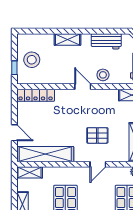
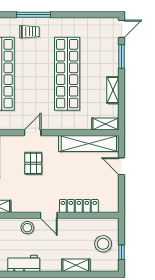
shelving: (67, 40) -> (76, 265), moved
window: (14, 68) -> (122, 252), moved
locker: (36, 95) -> (79, 206), moved
pallet: (97, 135) -> (33, 163), turned 90

